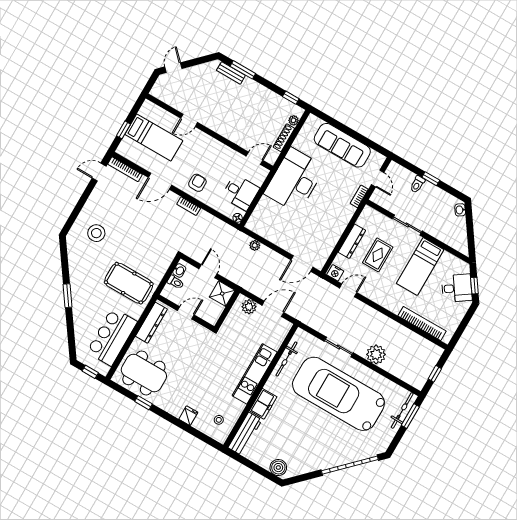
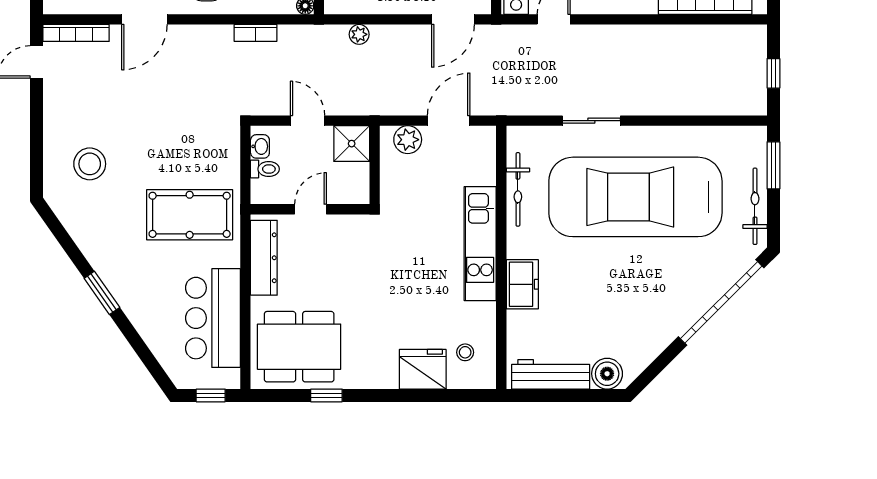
bookcase: (189, 206) -> (255, 33), moved
plant: (376, 354) -> (659, 97), removed
bicycle: (402, 410) -> (755, 206), moved
fridge: (188, 416) -> (423, 369), width x1.88, depth x1.34
workbench: (245, 434) -> (551, 374), moved, turned -90

